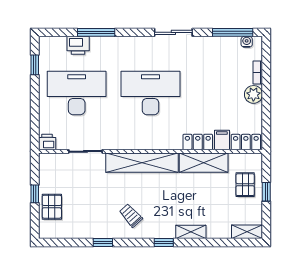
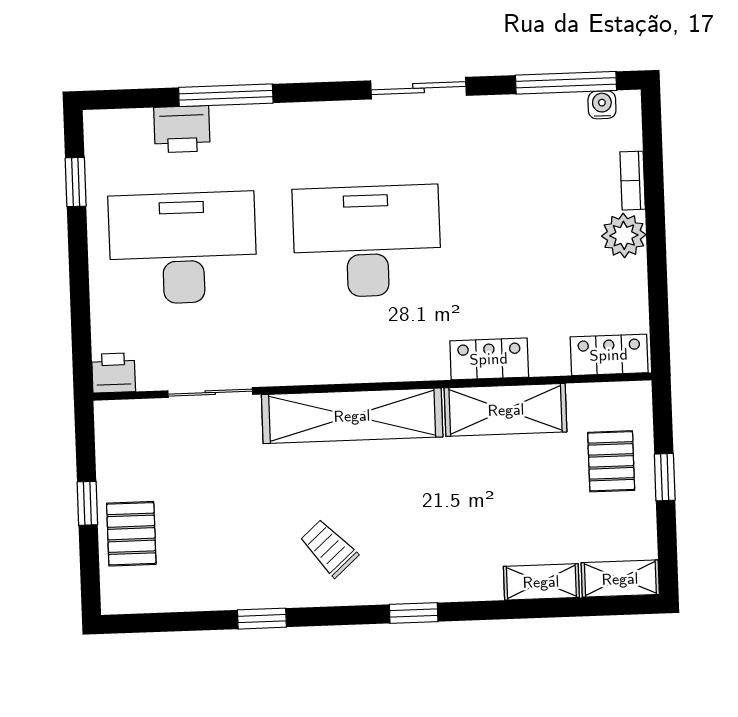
filing cabinet: (222, 140) -> (549, 352), removed
shelving: (191, 232) -> (541, 582), moved

